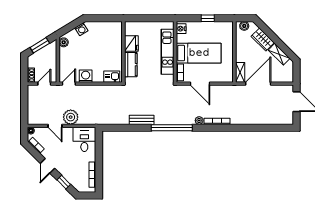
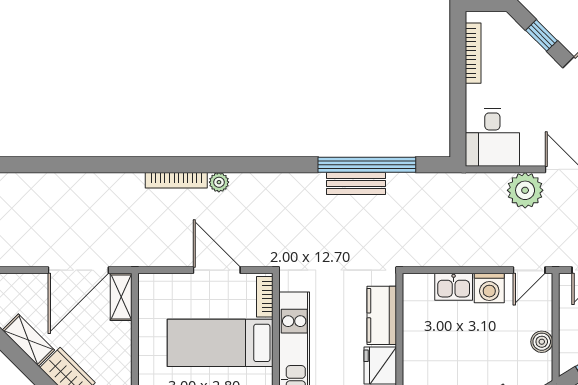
boiler: (64, 42) -> (542, 342), moved
kitchen sink: (112, 77) -> (454, 287), moved
window: (172, 128) -> (367, 165), moved

